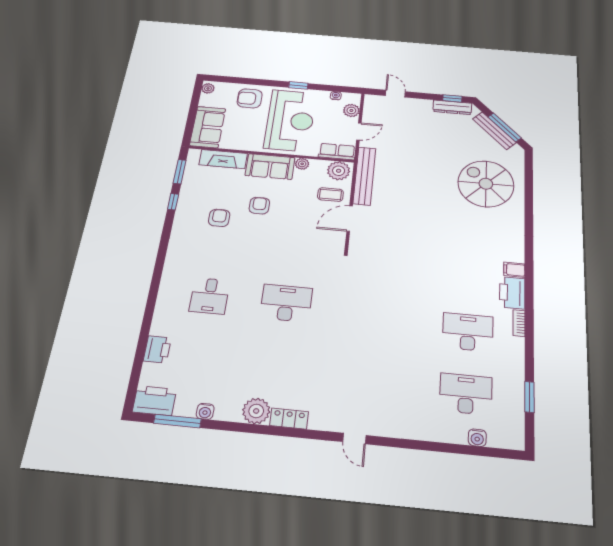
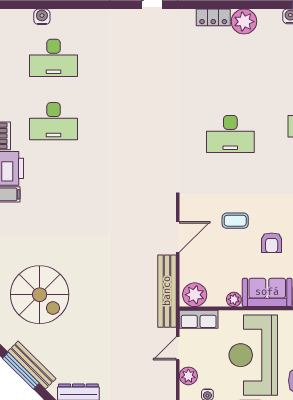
coffee table: (330, 195) -> (235, 221), moved

